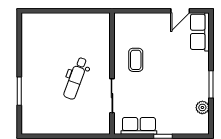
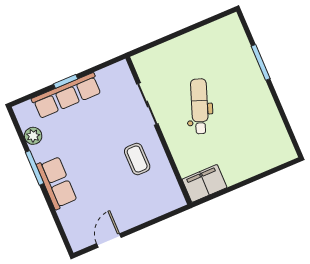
filing cabinet: (95, 22) -> (205, 183), added
row of seats: (200, 32) -> (57, 183), moved
row of seats: (139, 126) -> (67, 96), moved, width x1.48

